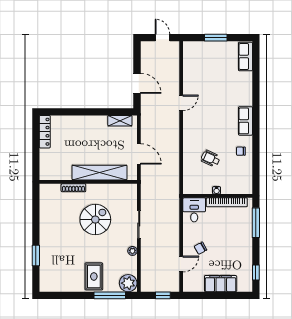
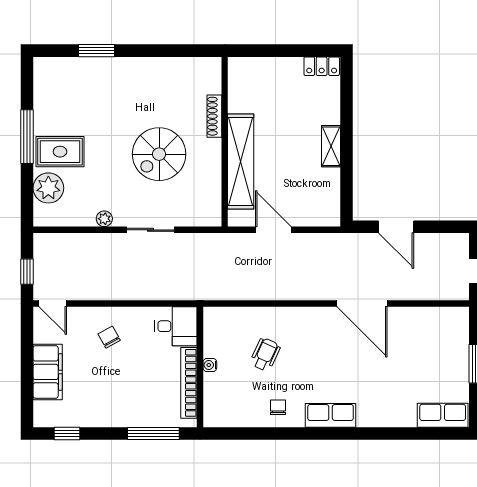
door: (137, 83) -> (396, 227), hinge flipped
door: (181, 103) -> (362, 303), width x1.87
shelving: (120, 121) -> (331, 146), moved
locker: (45, 132) -> (322, 66), width x0.66
door: (139, 154) -> (273, 230), swing flipped
spiral stairs: (95, 220) -> (159, 154), turned 90
door: (181, 264) -> (53, 303), moved
plant: (128, 283) -> (48, 188), moved
window: (110, 295) -> (27, 137), moved

